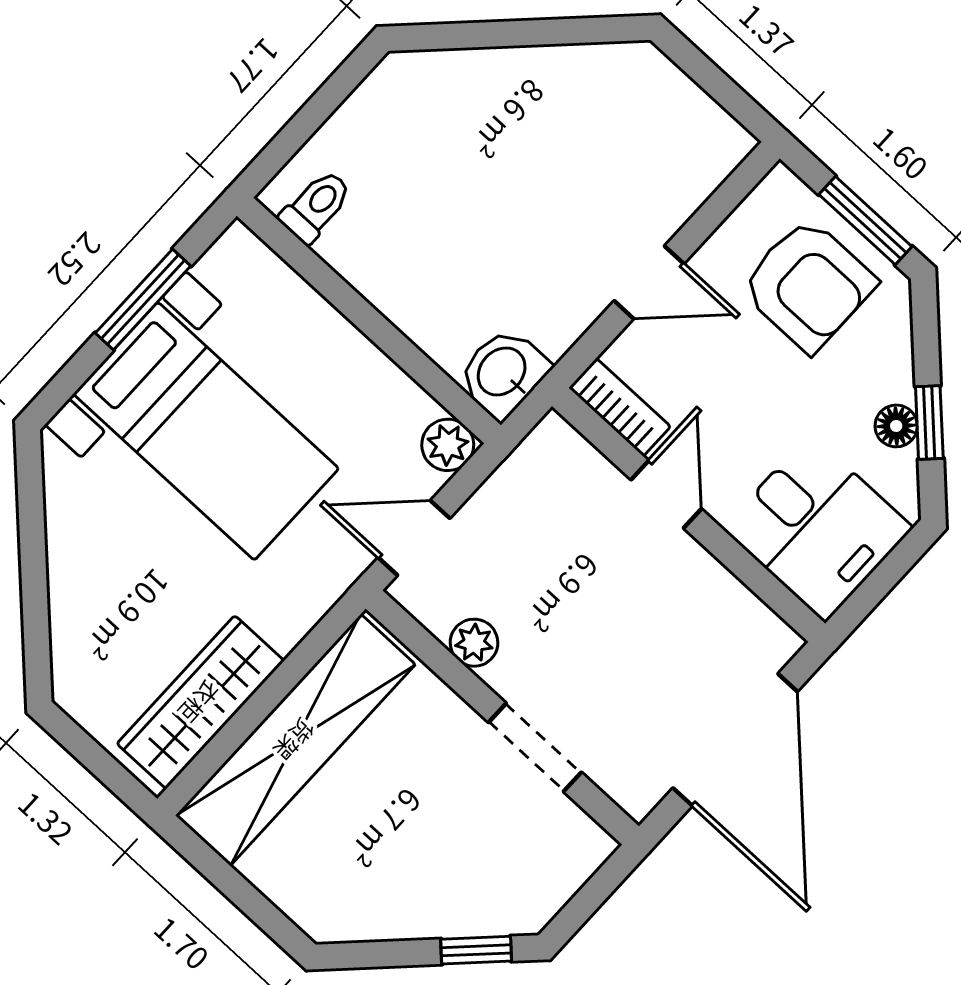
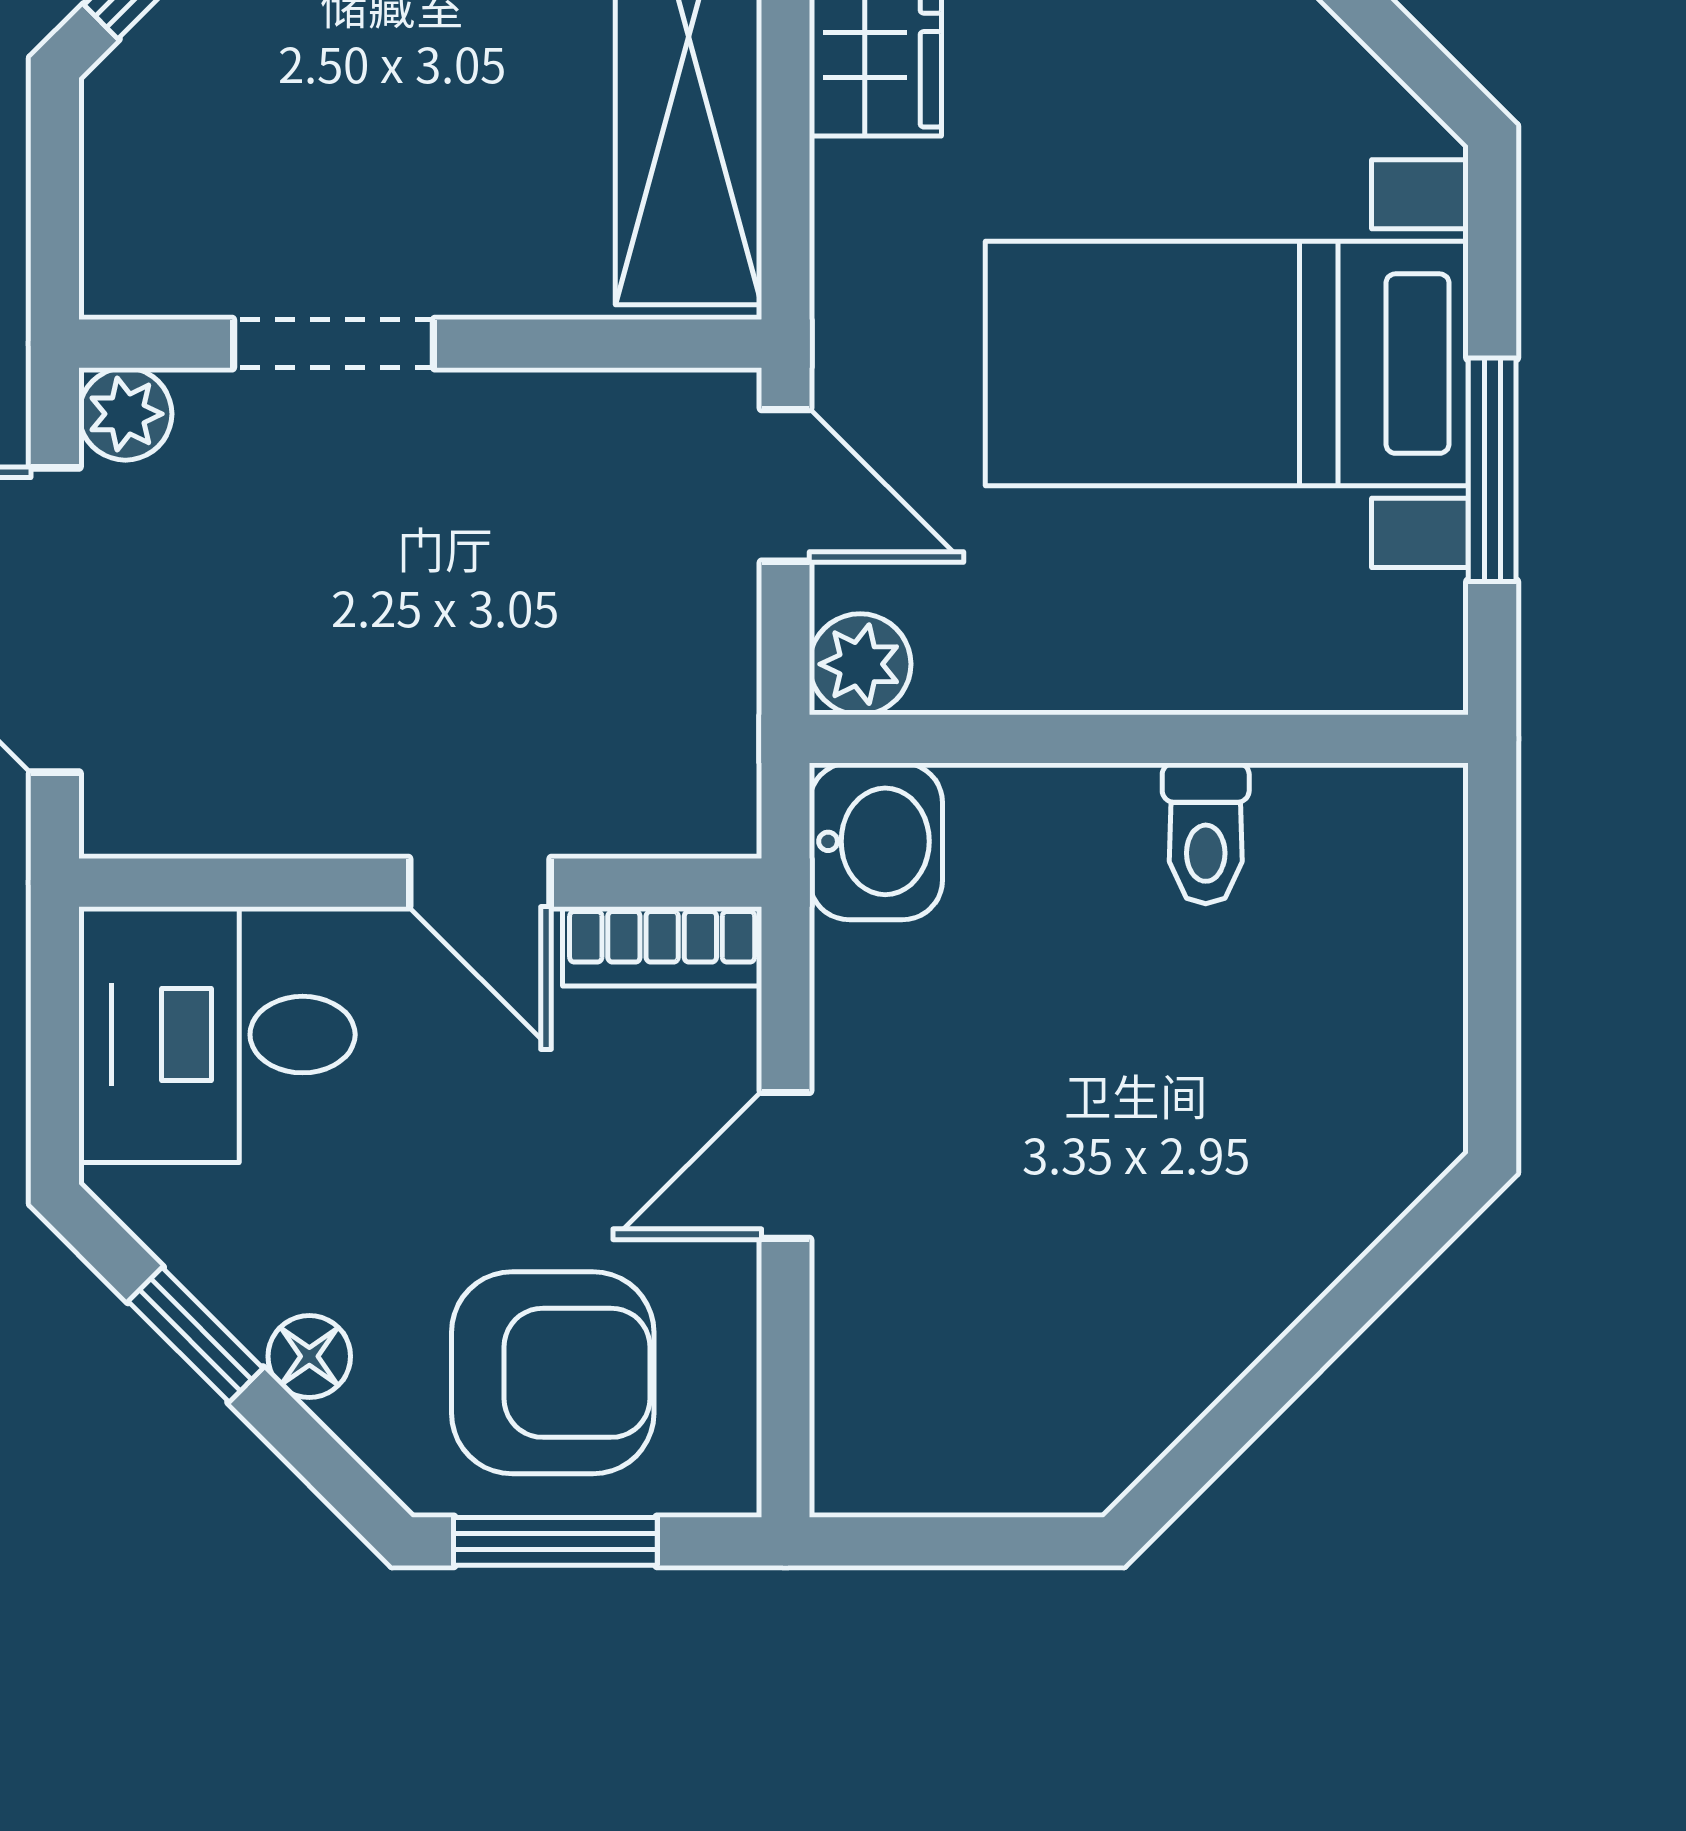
toilet: (316, 206) -> (1206, 833), moved
armchair: (808, 285) -> (553, 1373), turned 180
floor lamp: (896, 426) -> (309, 1356), moved
door: (414, 538) -> (785, 485), hinge flipped
plant: (474, 643) -> (125, 414), moved

